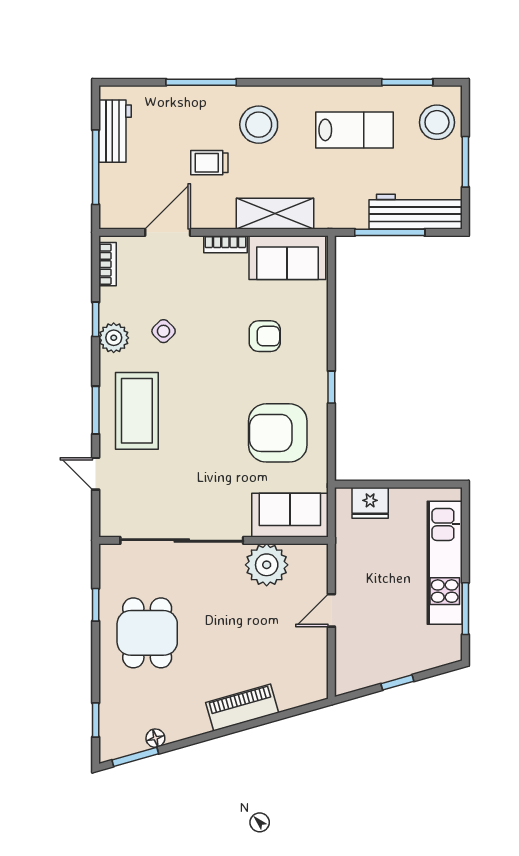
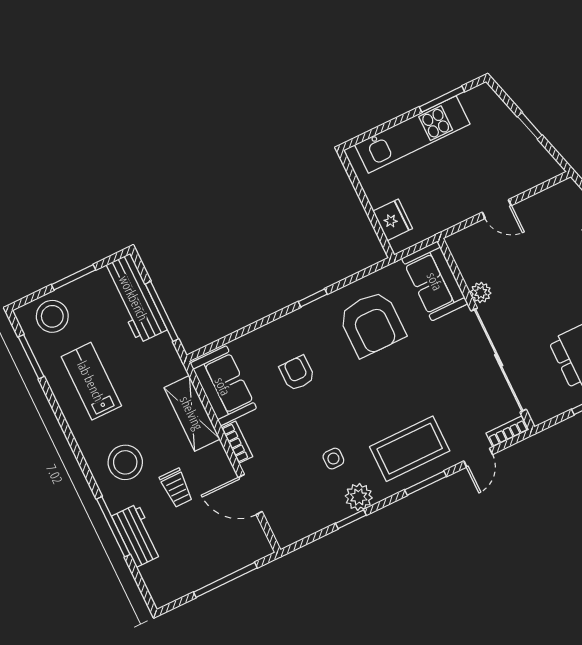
workbench: (115, 131) -> (137, 535), moved, turned 90
bookcase: (107, 264) -> (507, 432), moved
side table: (164, 331) -> (333, 459), turned 45
plant: (267, 565) -> (481, 292), width x0.53, depth x0.53

